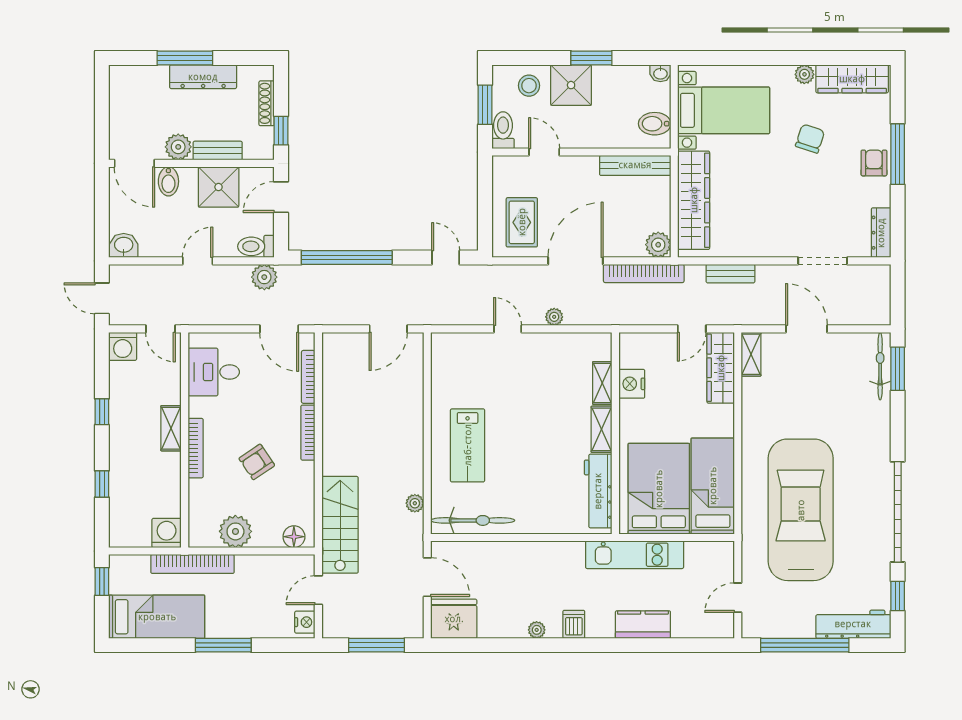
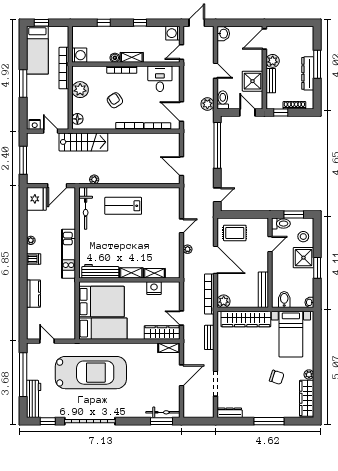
armchair: (874, 163) -> (265, 409), removed
bidet: (168, 181) -> (255, 56), removed
door: (279, 329) -> (181, 112), hinge flipped
boiler: (172, 462) -> (115, 58), added
kitchen unit: (635, 555) -> (68, 254), moved
window: (102, 582) -> (41, 23), moved

